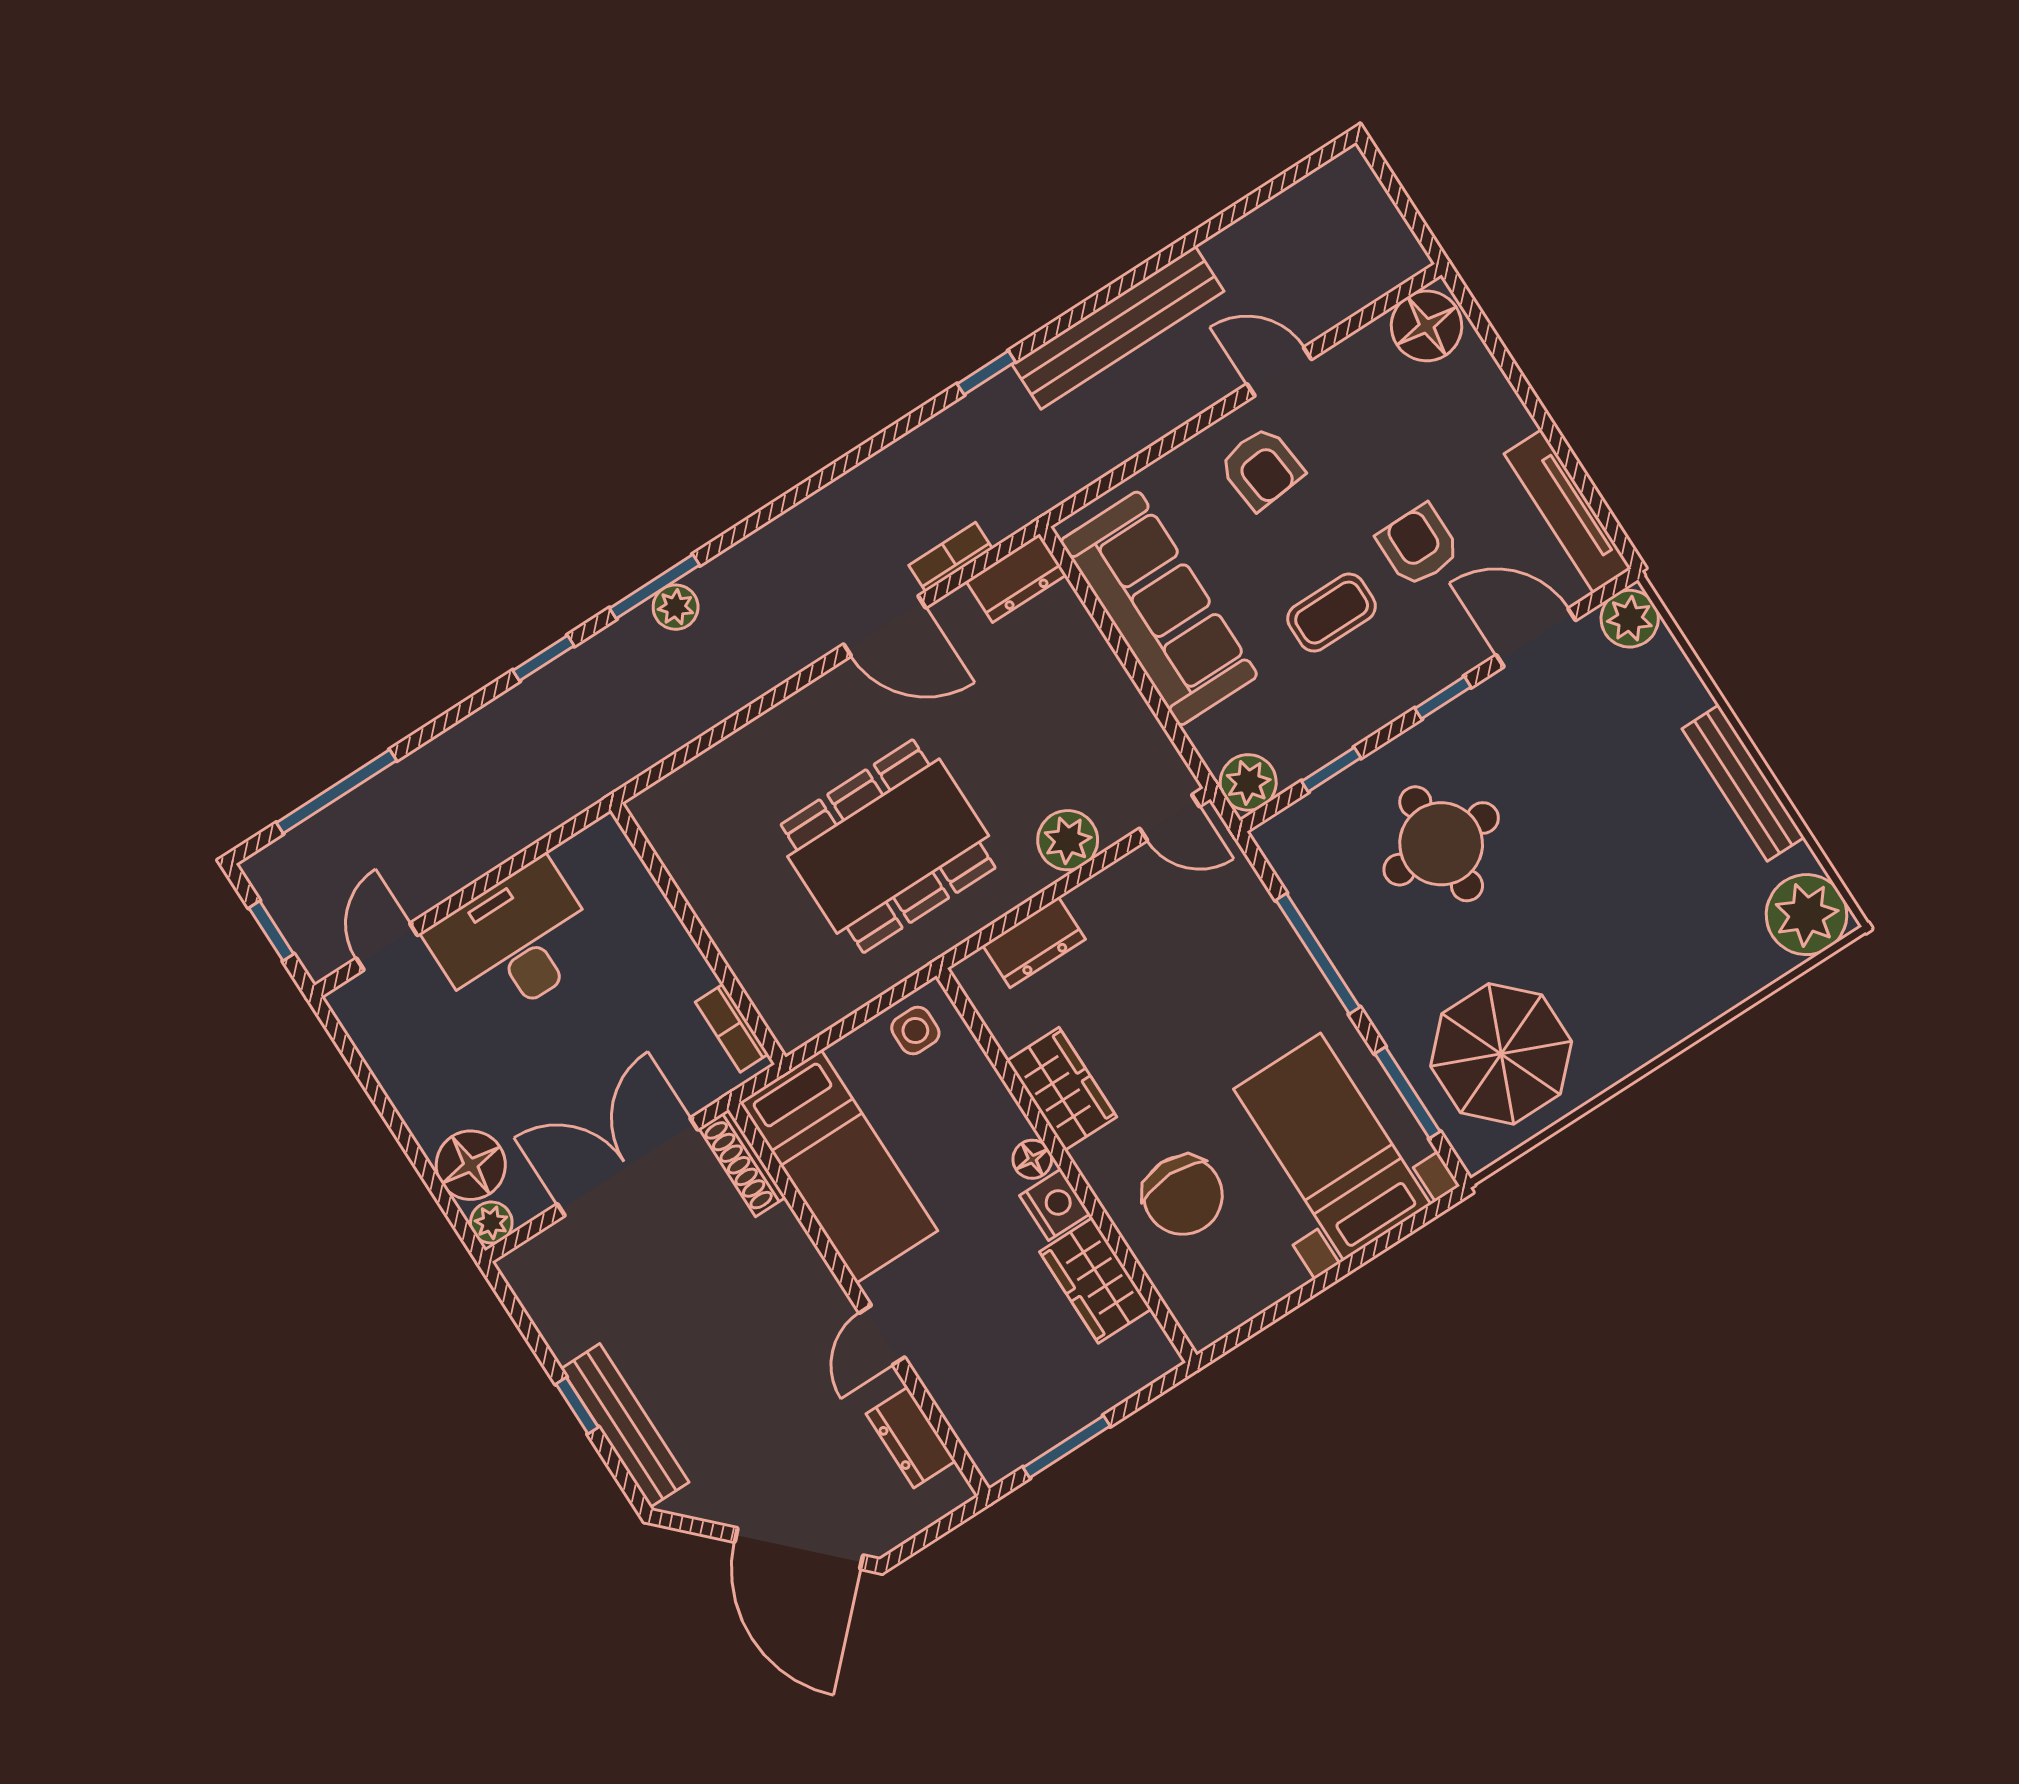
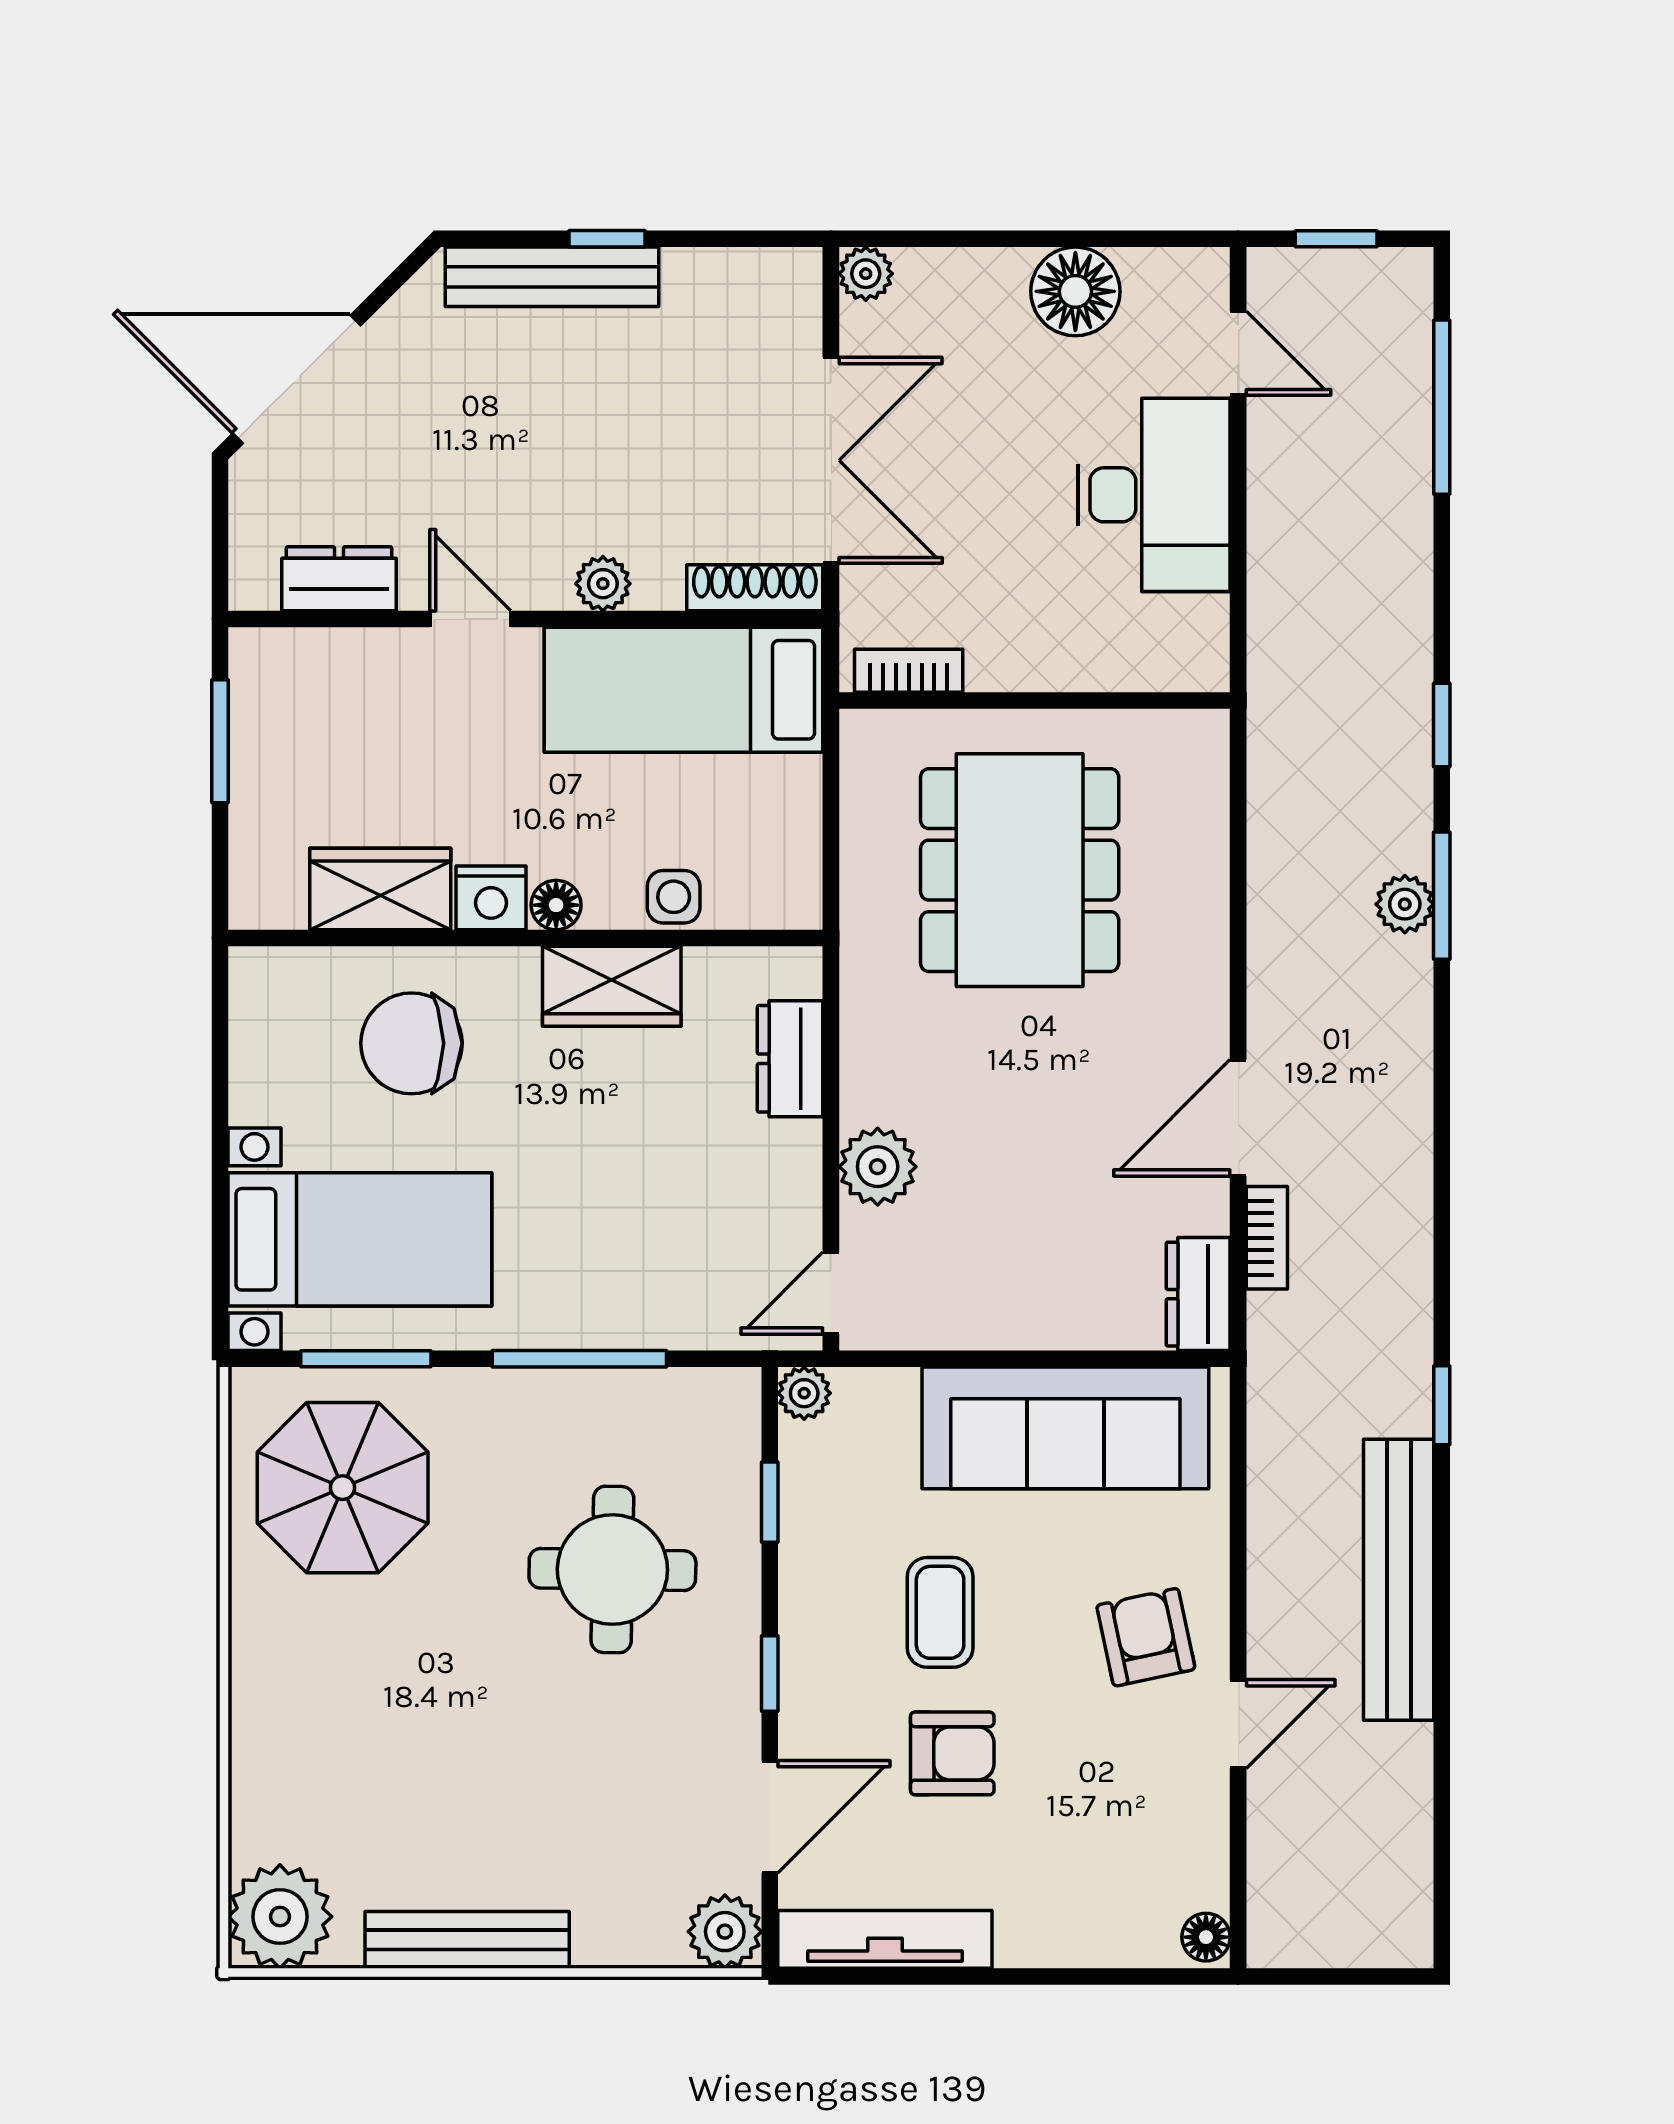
floor lamp: (1427, 326) -> (1206, 1937), width x0.53, depth x0.53
armchair: (1261, 468) -> (1146, 1637), turned 84
plant: (1248, 782) -> (804, 1393), width x0.73, depth x0.73
dining table: (888, 846) -> (1020, 870), moved
side table: (915, 1030) -> (674, 897), moved
floor lamp: (471, 1165) -> (1075, 291), moved
plant: (803, 1264) -> (603, 584), added

